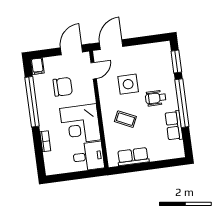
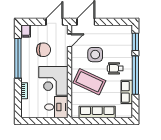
coffee table: (125, 119) -> (89, 82), width x1.86, depth x1.72
row of seats: (133, 157) -> (97, 112), width x1.48

